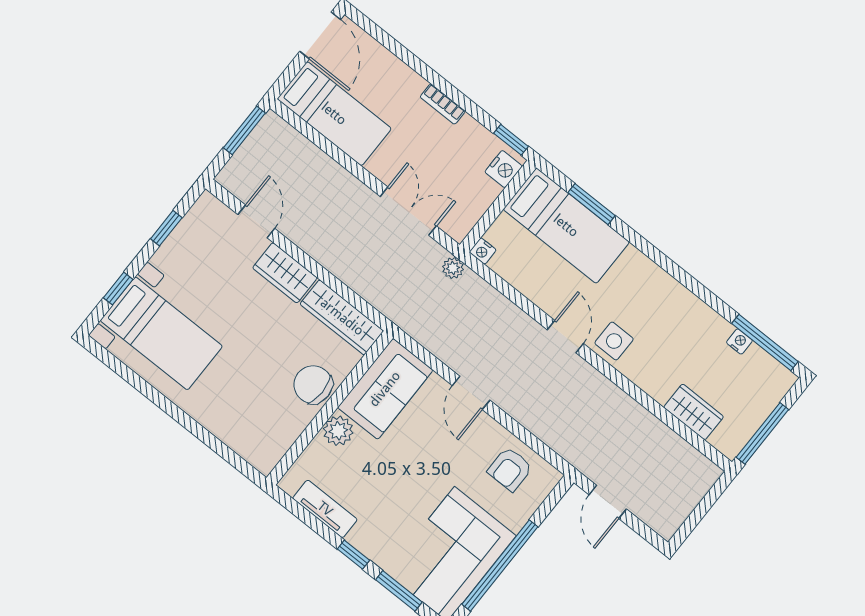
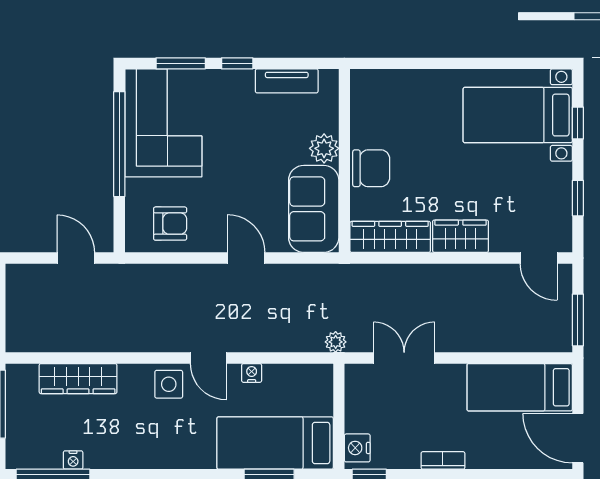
double door: (408, 211) -> (404, 358), swing flipped
door: (256, 221) -> (539, 258), moved
nightstand: (483, 251) -> (252, 373), moved
wardrobe: (694, 412) -> (78, 379), width x1.50
armchair: (510, 469) -> (170, 224), turned 90

